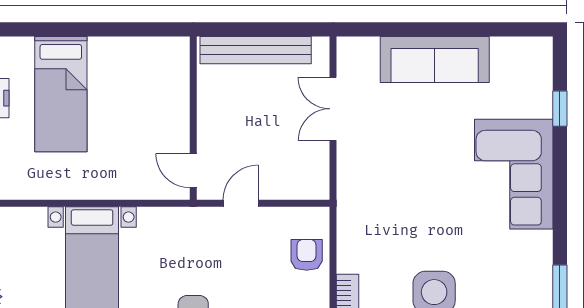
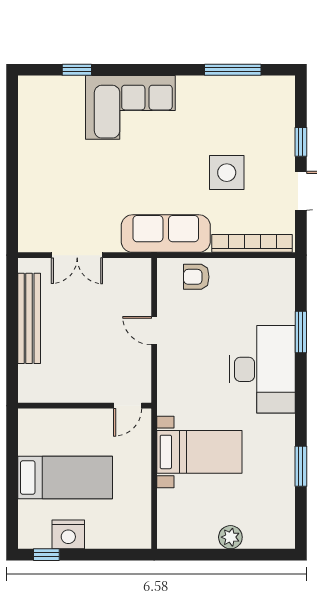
sofa: (435, 59) -> (166, 234), moved, turned -90
wall: (193, 118) -> (85, 406), moved
door: (193, 171) -> (128, 406), moved

